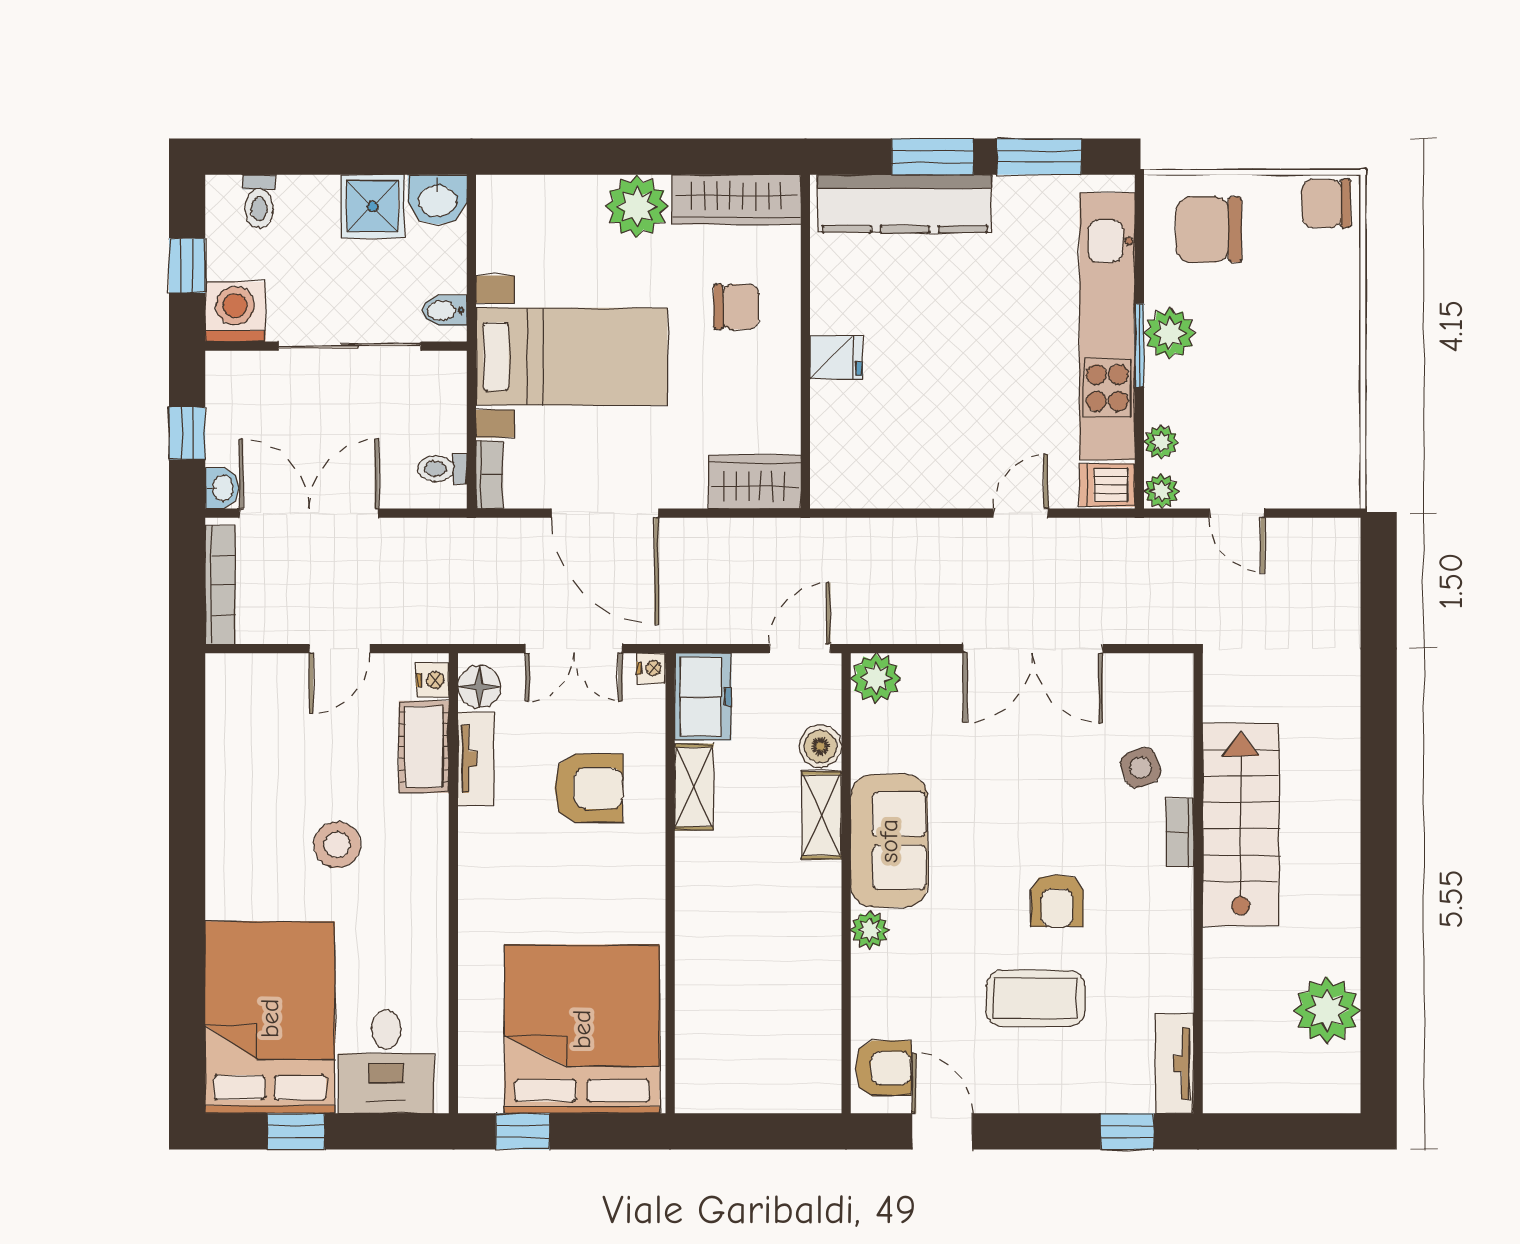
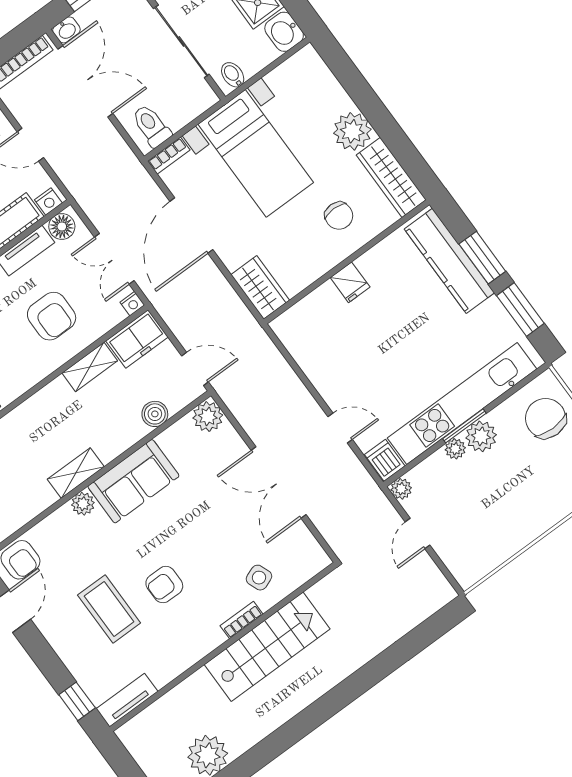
plant: (1161, 442) -> (455, 449), moved
toilet: (442, 469) -> (151, 126), width x1.37, depth x1.39
shelving: (822, 815) -> (76, 473), moved

